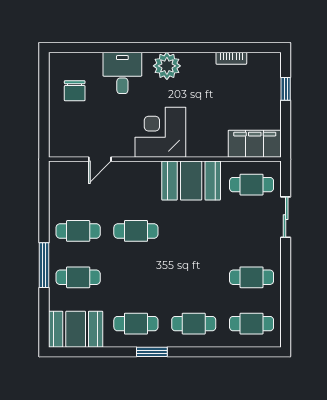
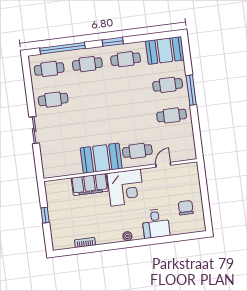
plant: (167, 66) -> (127, 236), width x0.53, depth x0.53
window: (286, 89) -> (45, 215), moved
filing cabinet: (255, 144) -> (90, 185), moved
cafe table: (252, 185) -> (61, 161), removed
sliding door: (286, 217) -> (34, 130), moved
cafe table: (136, 231) -> (137, 151), moved
window: (228, 352) -> (63, 48), added

